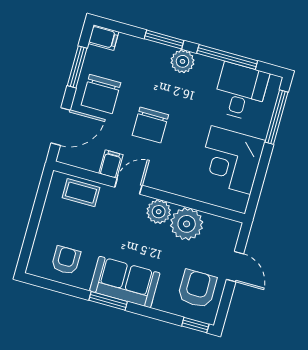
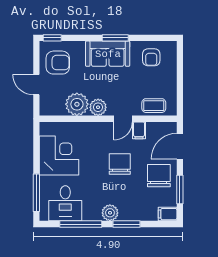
armchair: (197, 289) -> (58, 63), turned -90

